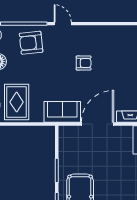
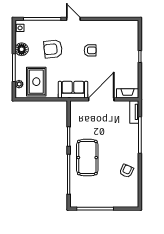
armchair: (31, 43) -> (53, 49), moved

